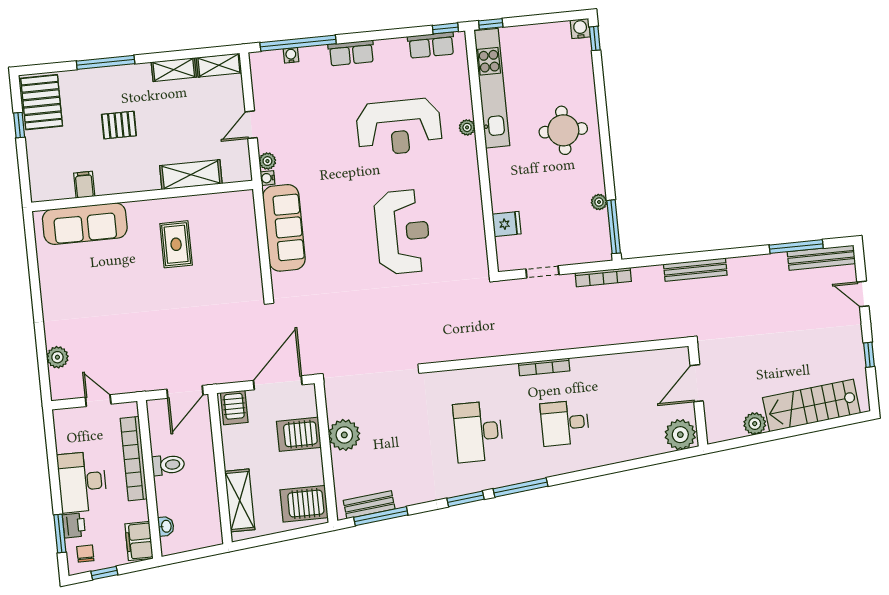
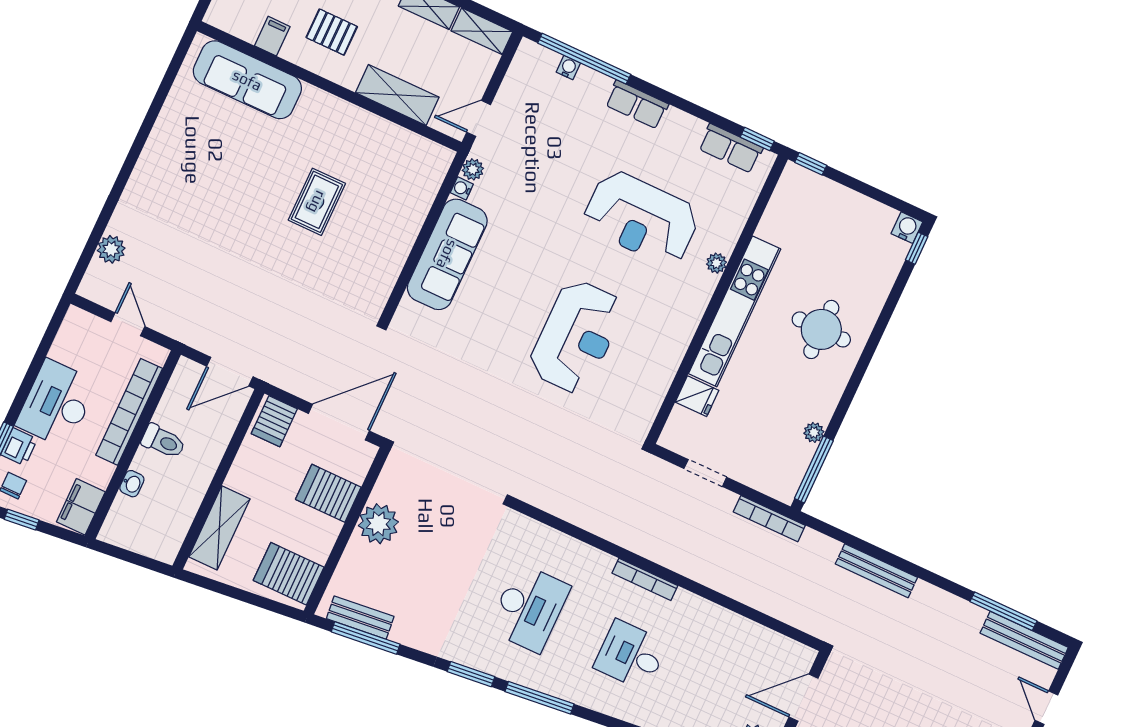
kitchen unit: (492, 88) -> (735, 311), moved
shelving: (191, 175) -> (397, 95), moved
filing cabinet: (84, 185) -> (272, 36), moved
wall: (142, 196) -> (329, 87), moved
sofa: (85, 224) -> (247, 80), moved
desk: (478, 432) -> (529, 608), turned 180
washbasin: (166, 526) -> (132, 484), moved

